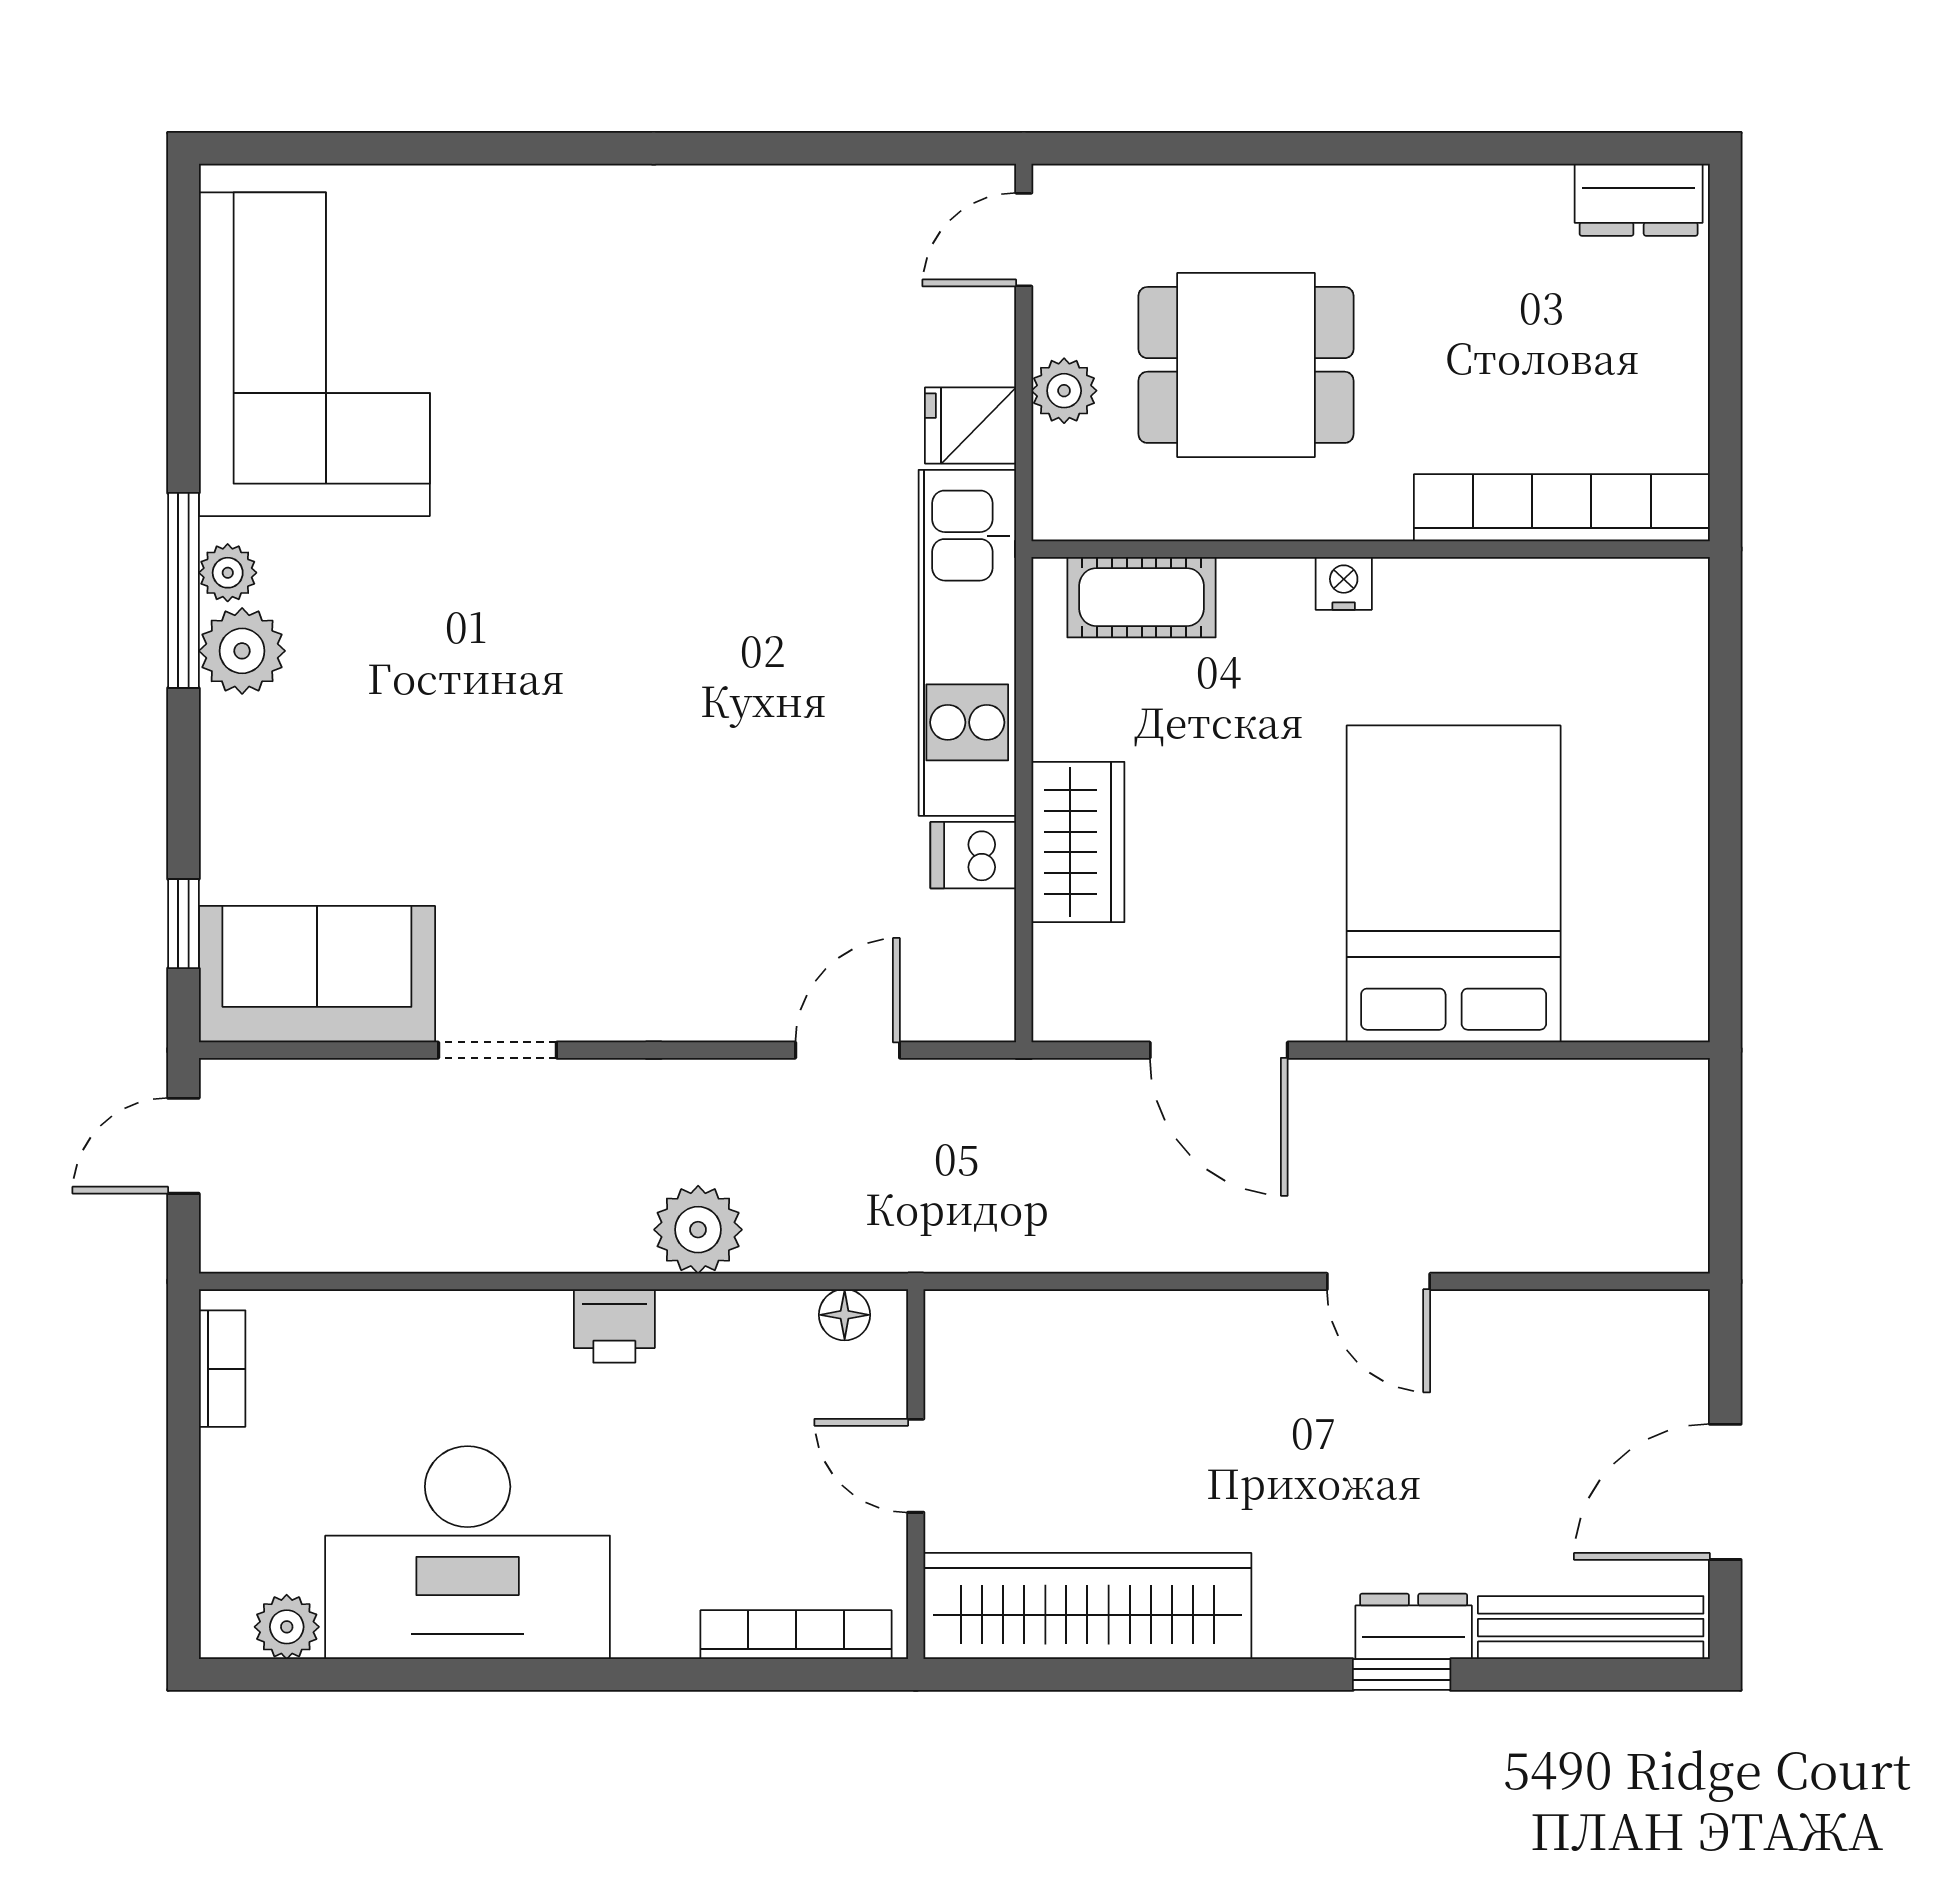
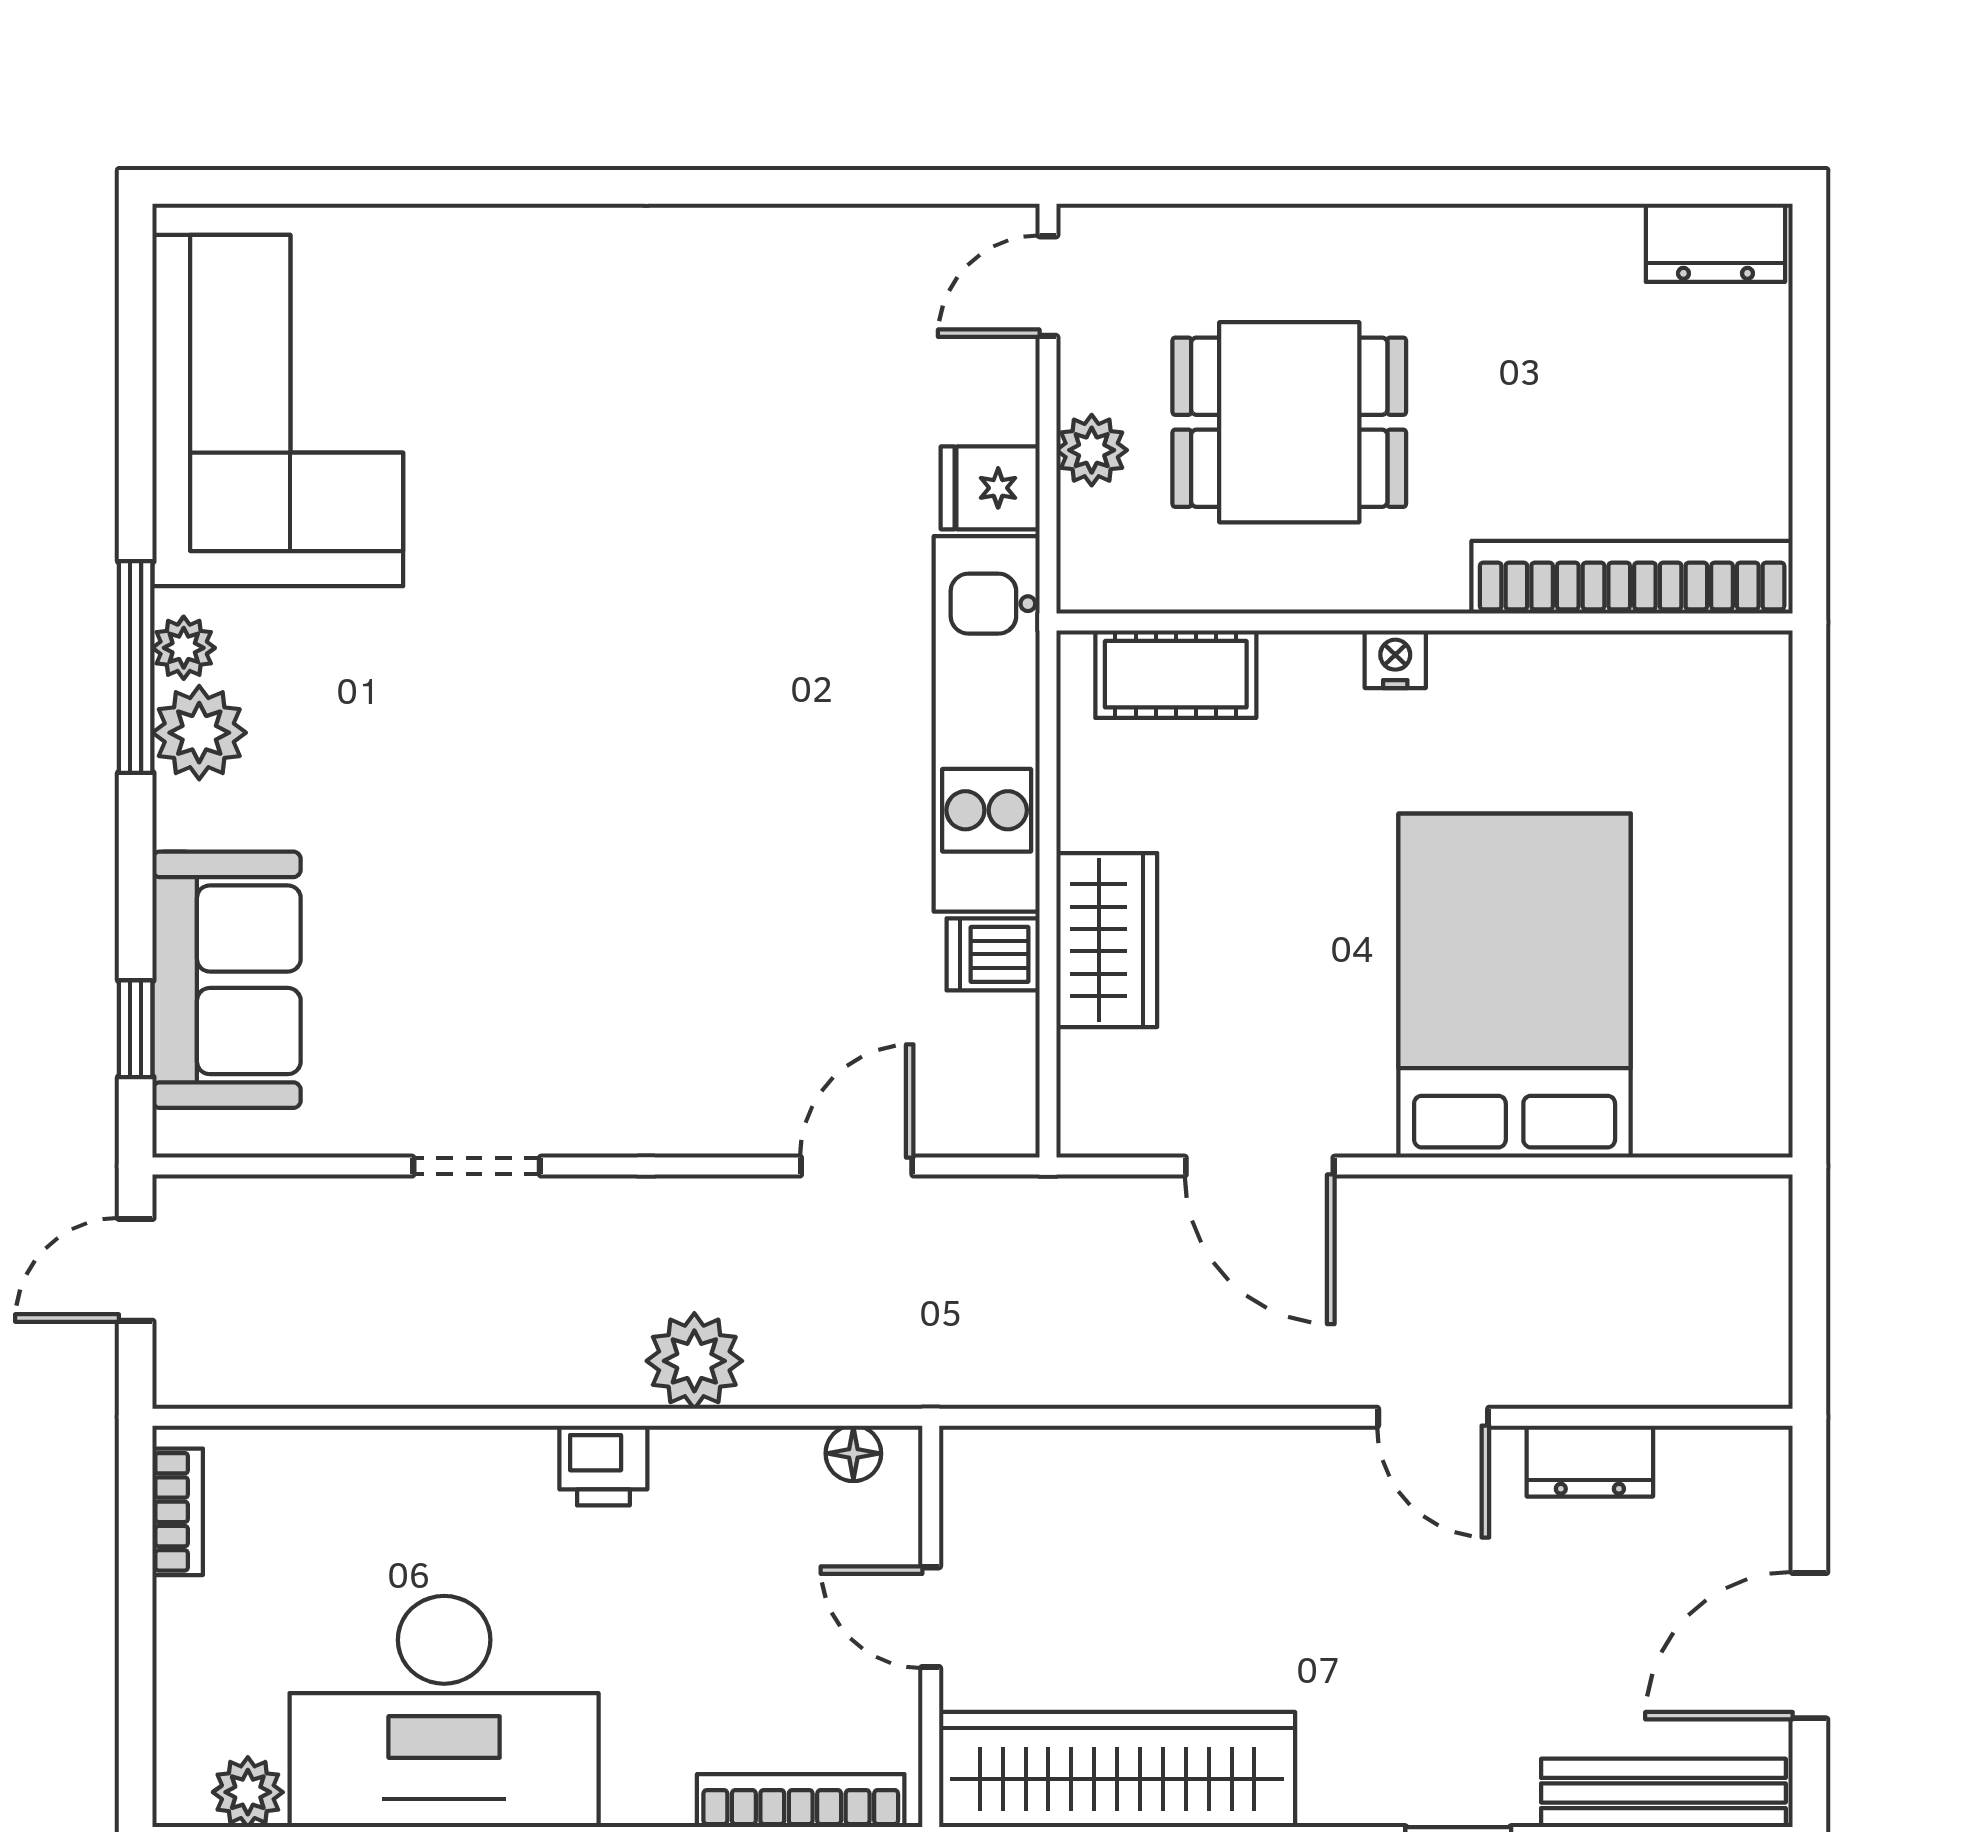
sofa: (317, 974) -> (227, 980), moved, turned 90
dresser: (1414, 1626) -> (1590, 1461), moved, turned 180

